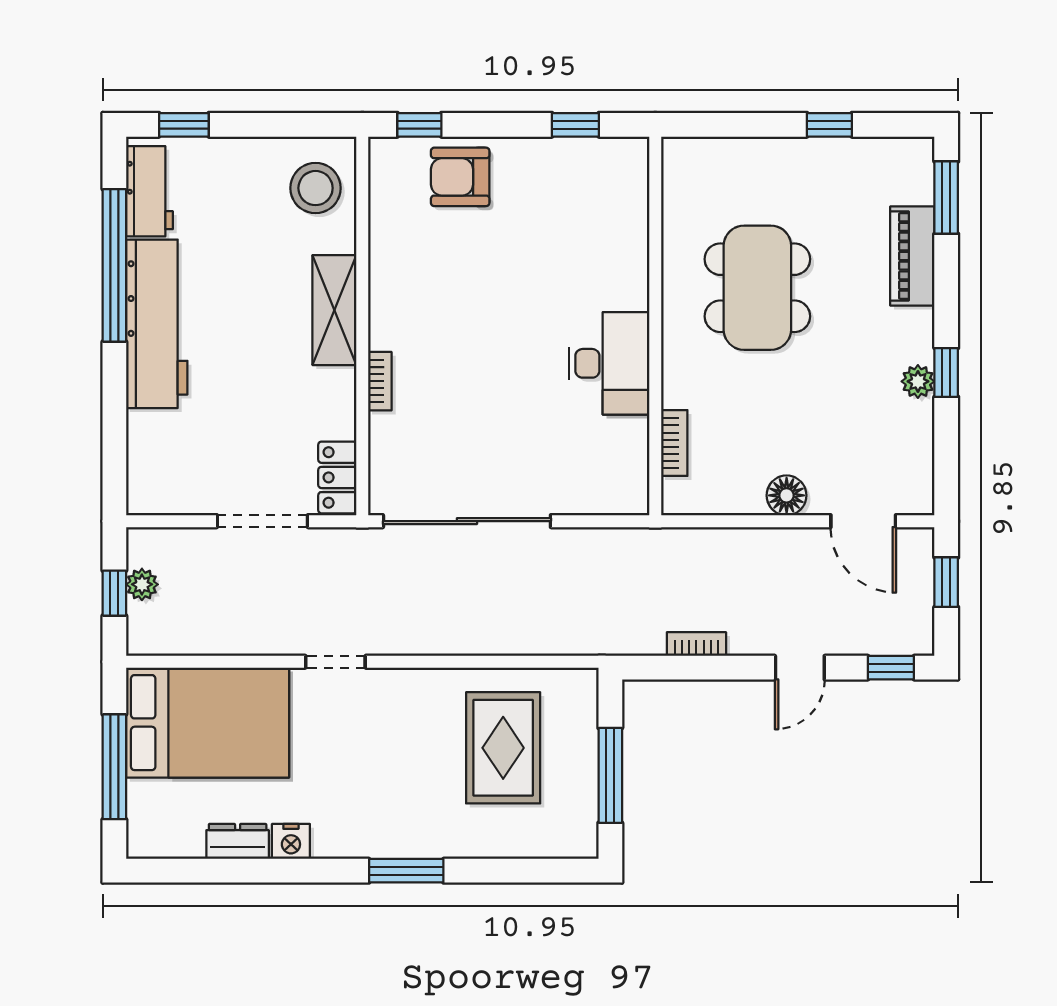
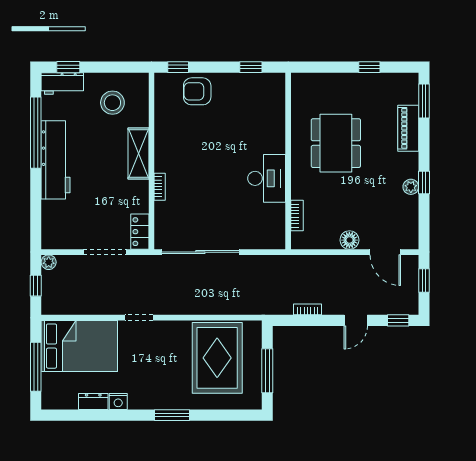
stool: (316, 188) -> (112, 103), moved
workbench: (149, 191) -> (62, 83), moved, turned 90
plant: (142, 584) -> (49, 262), moved
rug: (503, 748) -> (217, 358), width x1.37, depth x1.44

